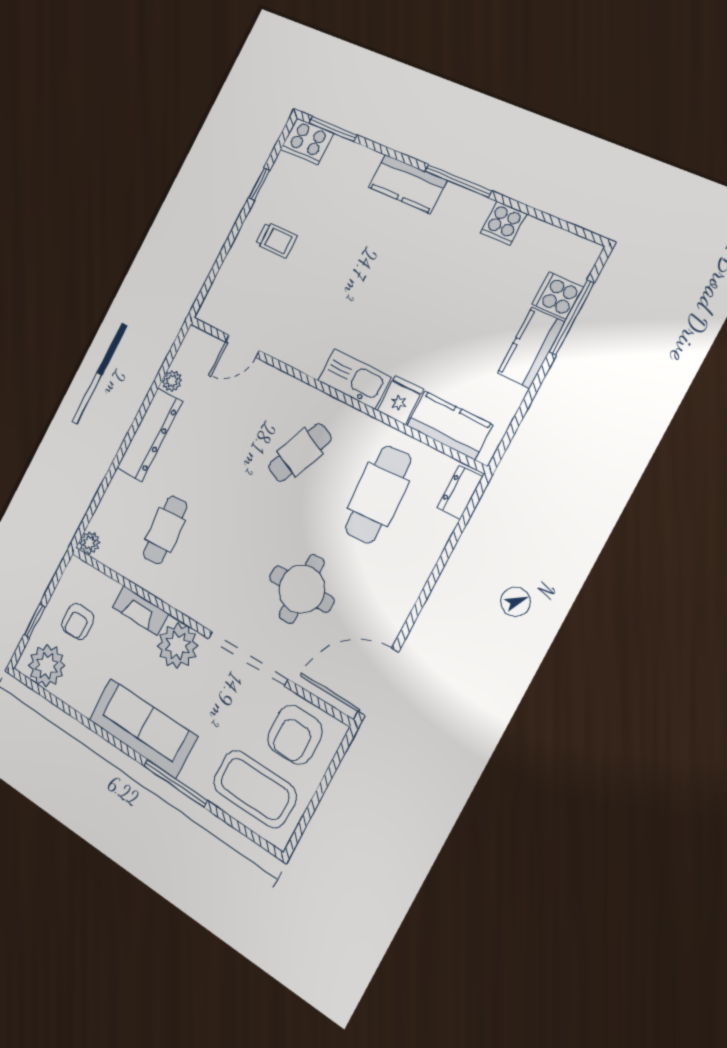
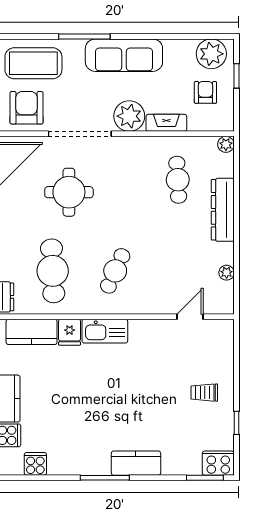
cooker: (503, 223) -> (35, 464), moved
dresser: (149, 435) -> (223, 210), moved

